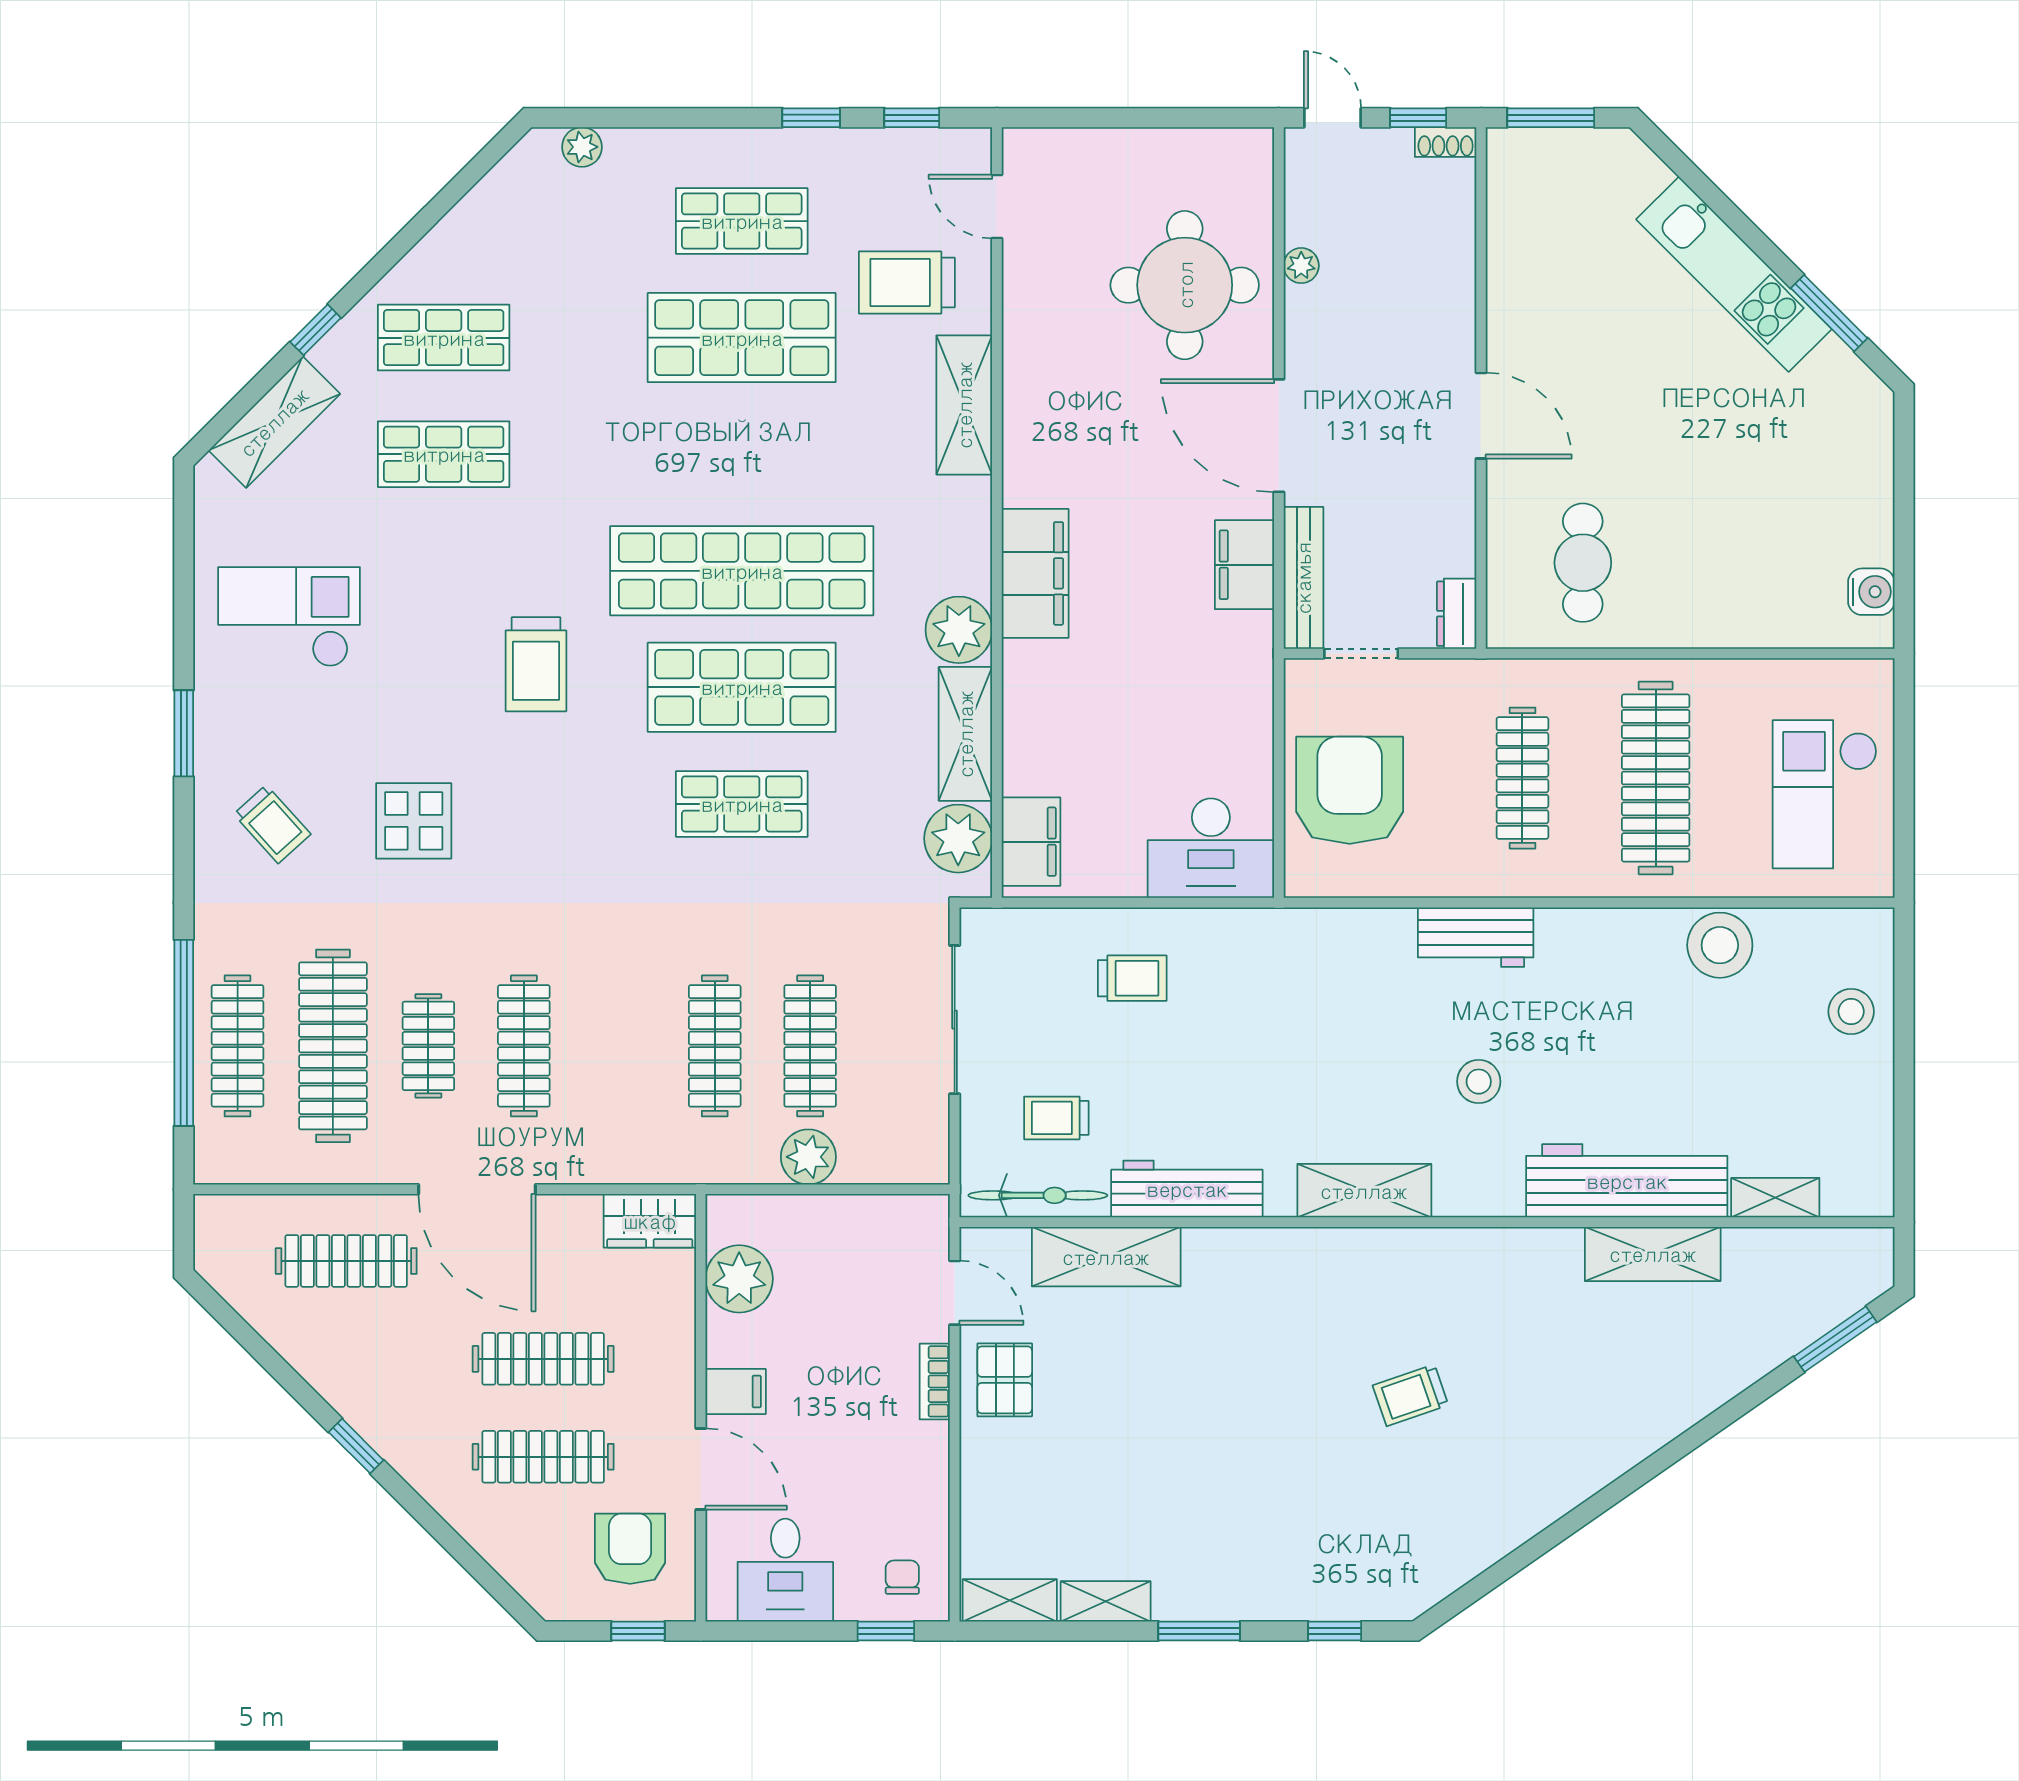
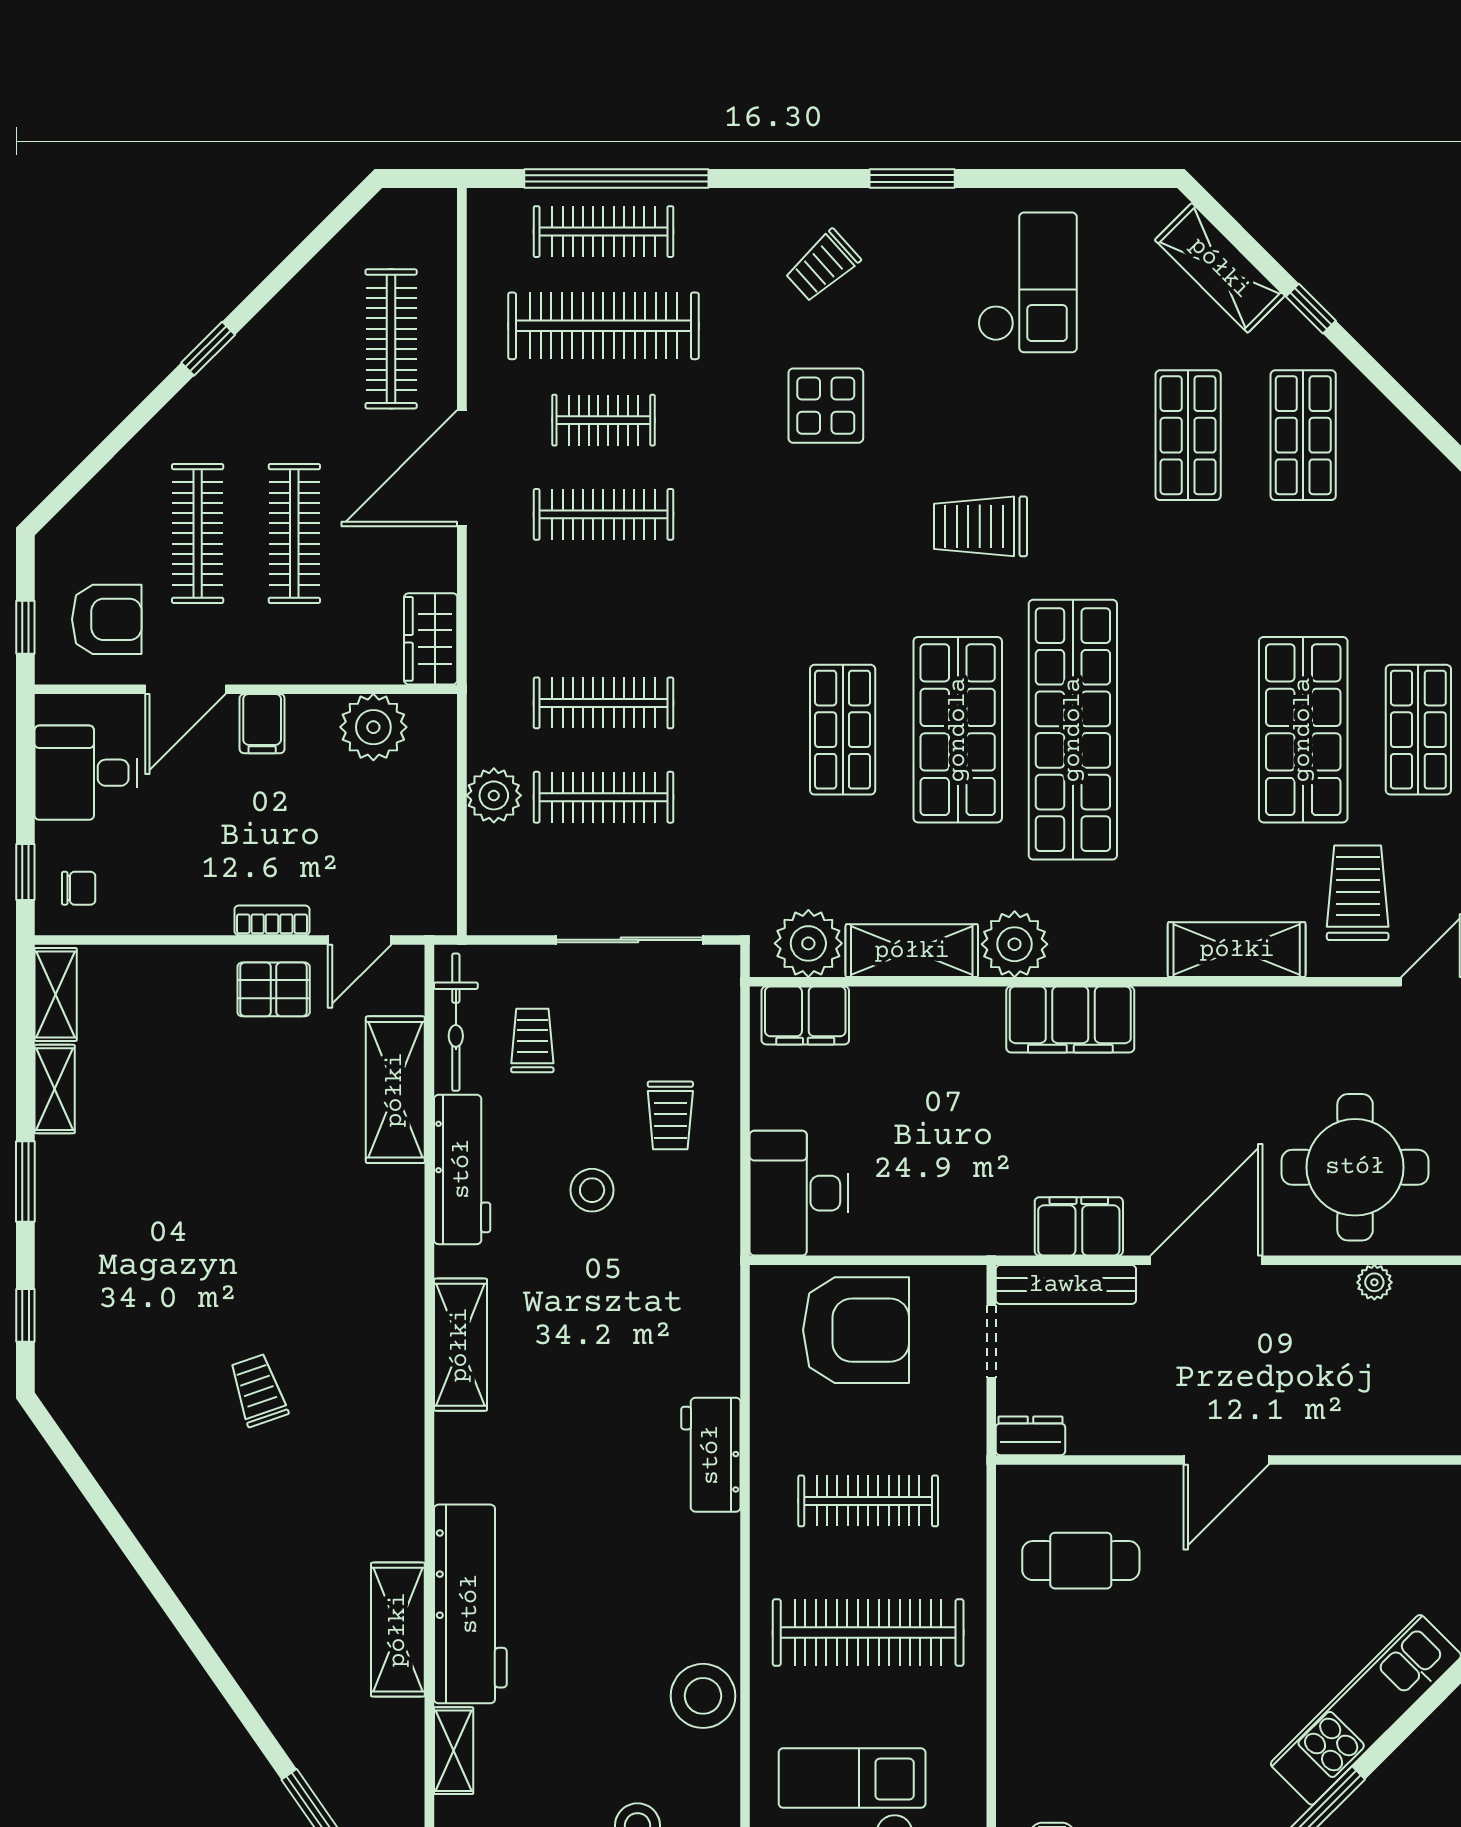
stool: (1479, 1082) -> (592, 1190), moved

